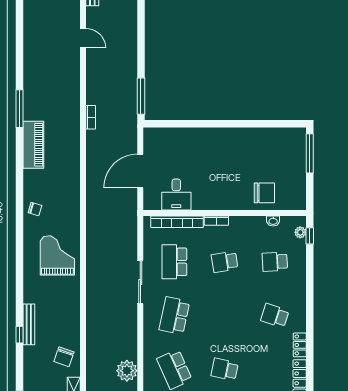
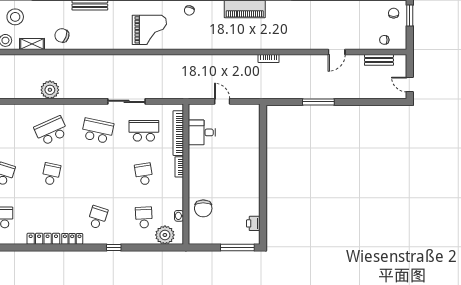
window: (141, 96) -> (318, 102), moved
printer: (282, 135) -> (253, 223), added
door: (140, 171) -> (222, 101), width x0.53
plant: (300, 232) -> (165, 235), width x1.88, depth x1.88
window: (310, 236) -> (114, 247), moved

